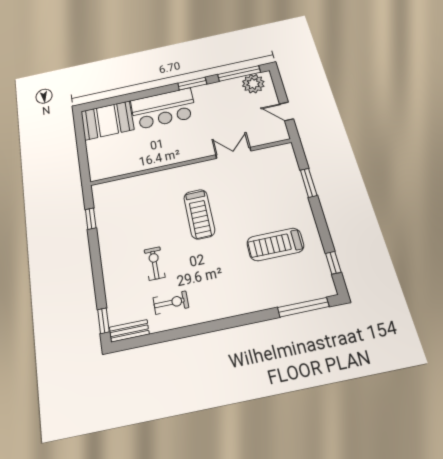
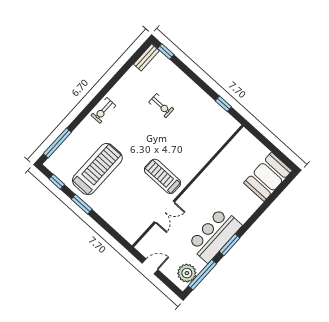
bar counter: (163, 109) -> (215, 235), moved
window: (309, 183) -> (82, 204), moved
treadmill: (199, 214) -> (163, 176), moved
treadmill: (275, 244) -> (97, 169), width x1.37, depth x1.38
exercise bike: (171, 303) -> (103, 110), moved

